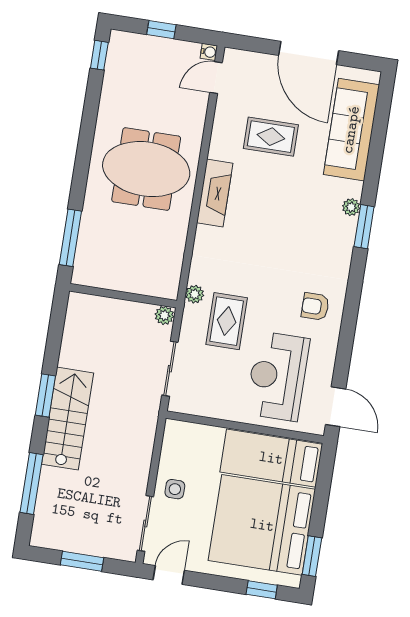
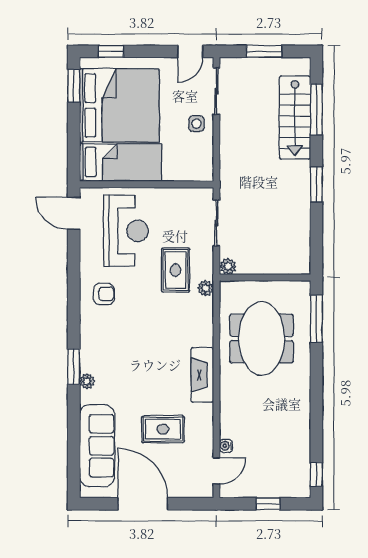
water cooler: (209, 52) -> (226, 446), moved
meeting table: (146, 169) -> (262, 339), moved, turned 90
stairs: (68, 419) -> (295, 118), moved

